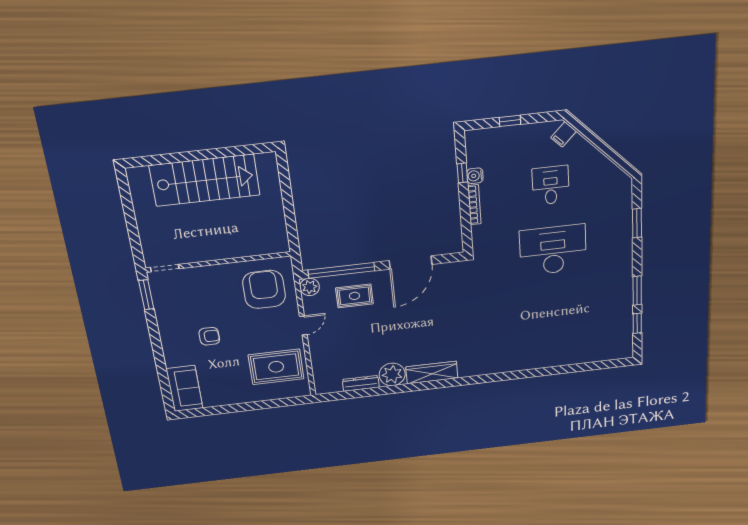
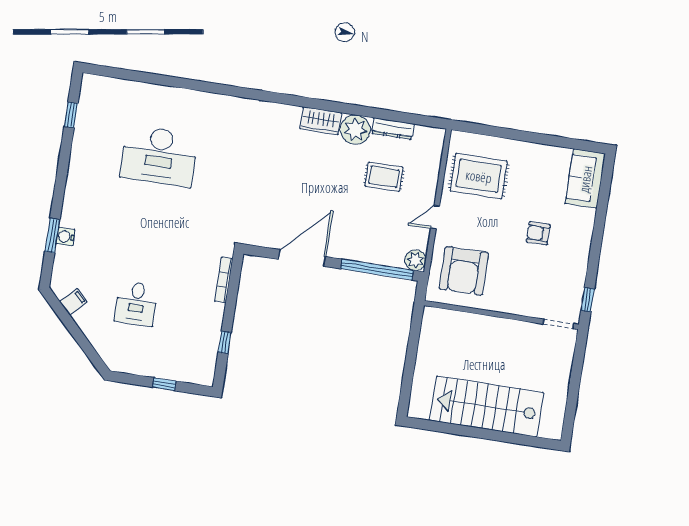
filing cabinet: (564, 134) -> (73, 302), moved
water cooler: (475, 176) -> (65, 237), moved, turned 180
bookcase: (474, 205) -> (224, 280), moved
desk: (553, 250) -> (159, 156), moved
window: (637, 291) -> (65, 155), removed
window: (146, 295) -> (588, 300), width x0.67
rug: (354, 296) -> (384, 177), moved
wardrobe: (432, 373) -> (321, 121), width x0.67

